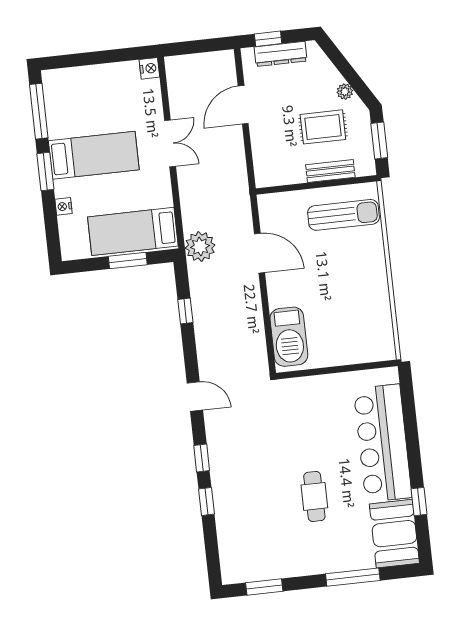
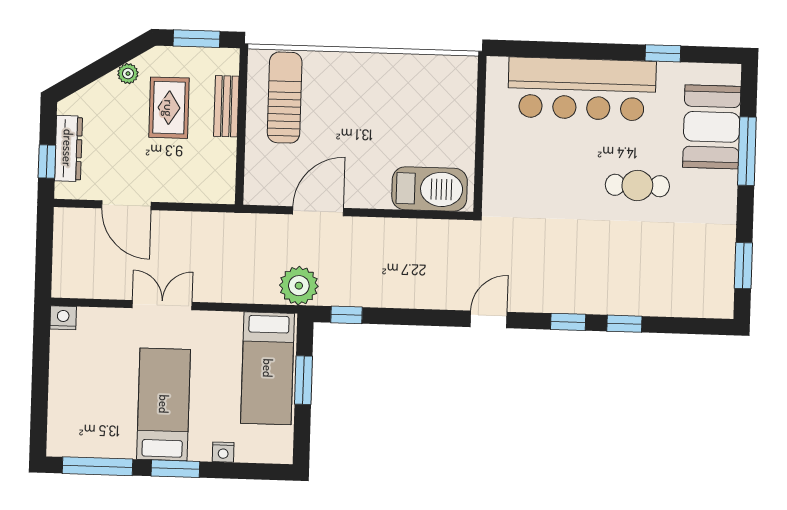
window: (185, 311) -> (346, 315), moved
booth: (394, 534) -> (712, 127), moved, turned 90

